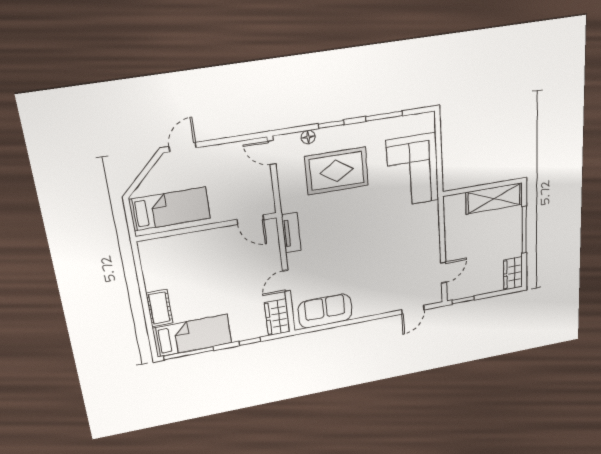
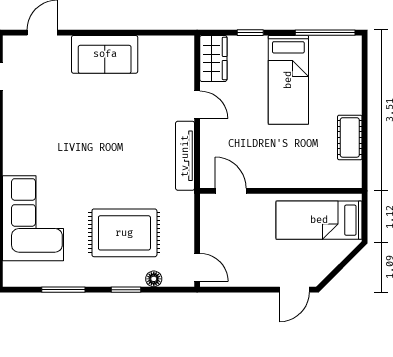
tv unit: (291, 233) -> (185, 156), width x1.41
door: (286, 281) -> (197, 105), hinge flipped
cot: (159, 308) -> (350, 137), moved
sofa: (325, 311) -> (105, 54), moved
bed: (192, 336) -> (288, 80), moved, turned -90

